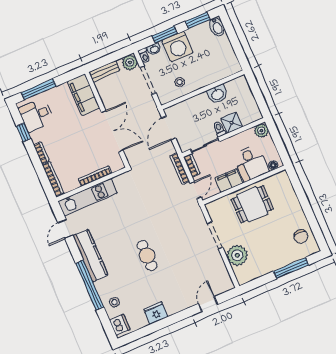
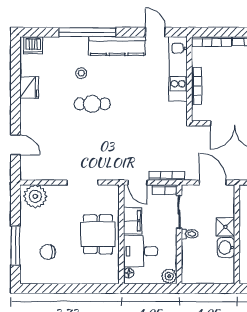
shower: (232, 123) -> (225, 227), moved
chair: (301, 237) -> (48, 252), moved
plant: (237, 255) -> (35, 196), moved
stool: (115, 302) -> (81, 73), moved

